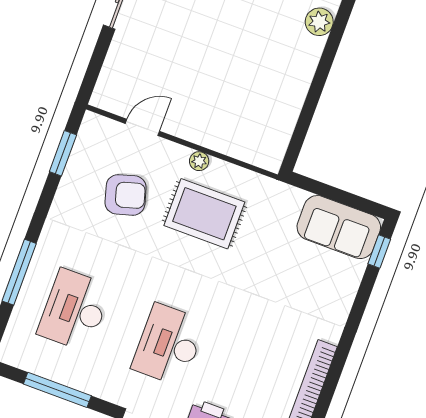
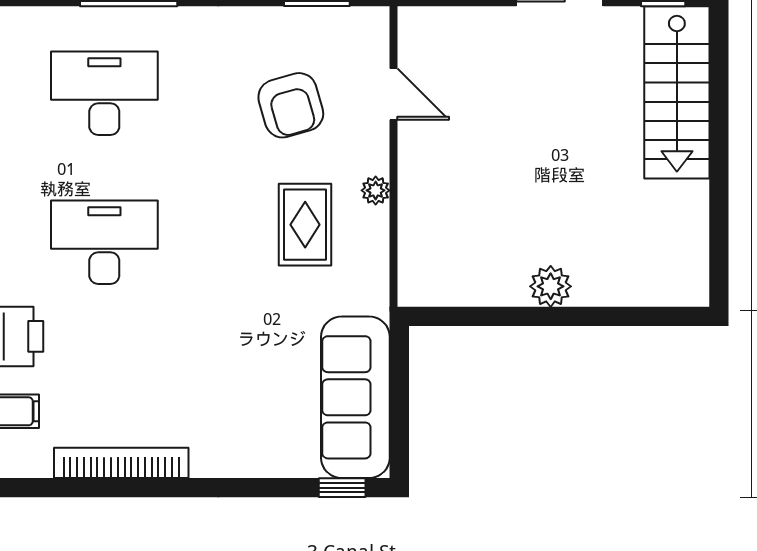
plant: (319, 22) -> (551, 286), moved
rug: (204, 214) -> (305, 225), width x0.73, depth x0.70
sofa: (339, 227) -> (355, 397), width x1.36

